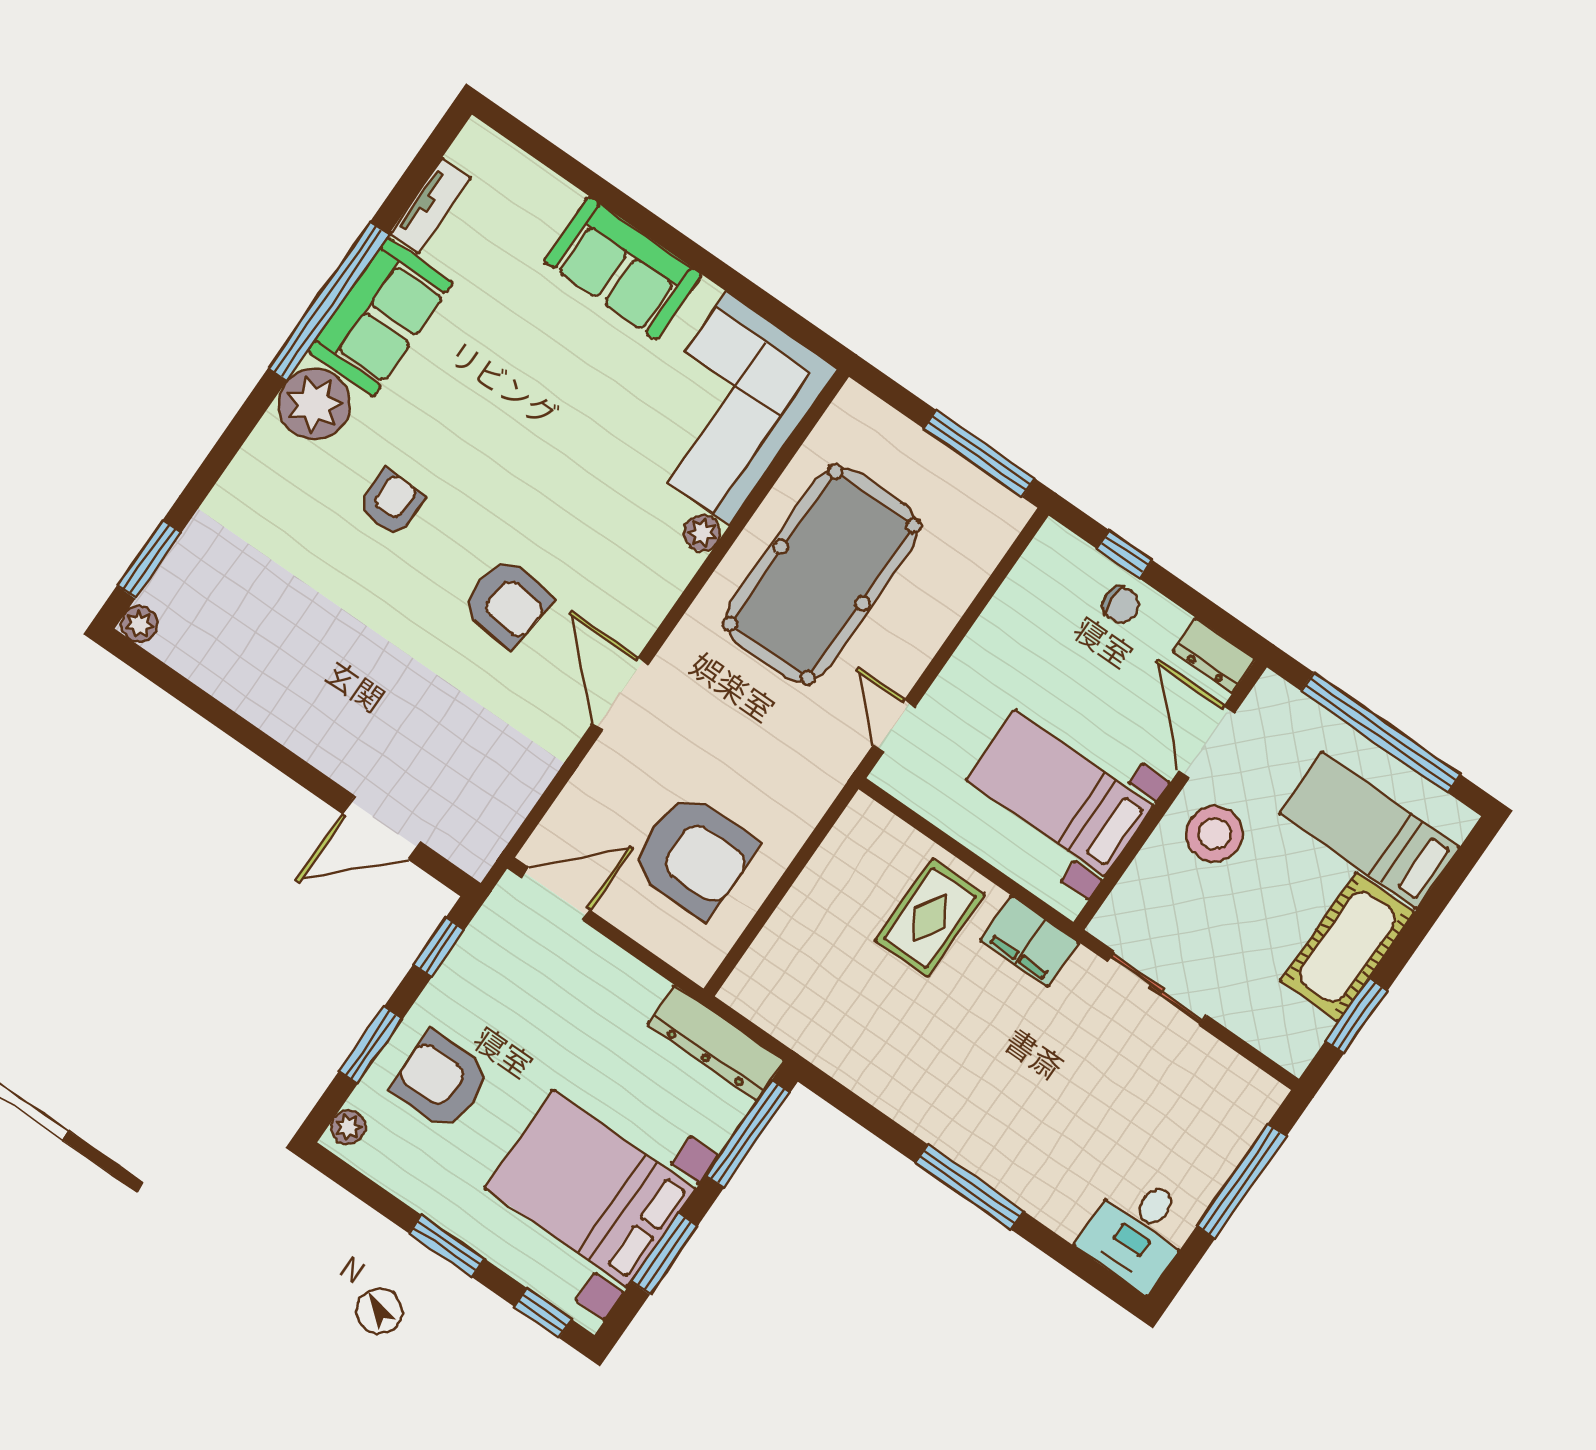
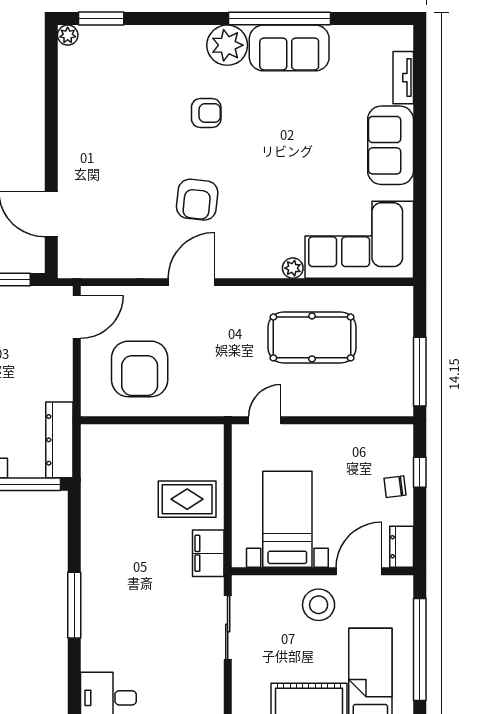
tv unit: (430, 206) -> (403, 78), moved, turned 90
pool table: (822, 575) -> (312, 337), width x0.73, depth x0.76
chair: (1121, 605) -> (395, 487), turned 83
door: (556, 894) -> (77, 317), hinge flipped

